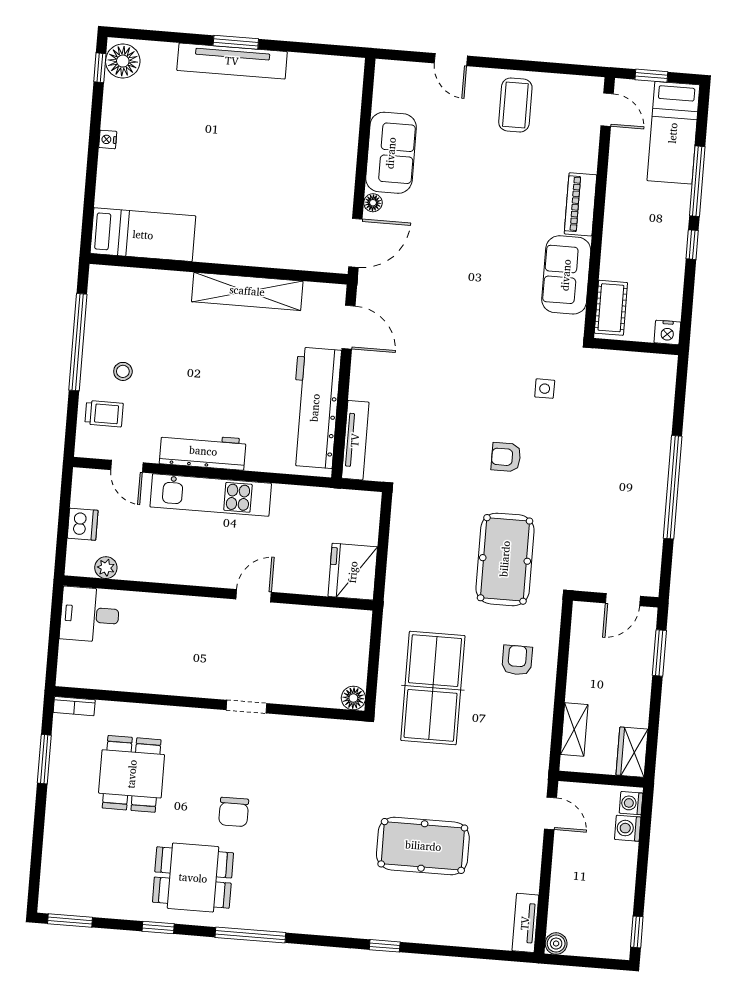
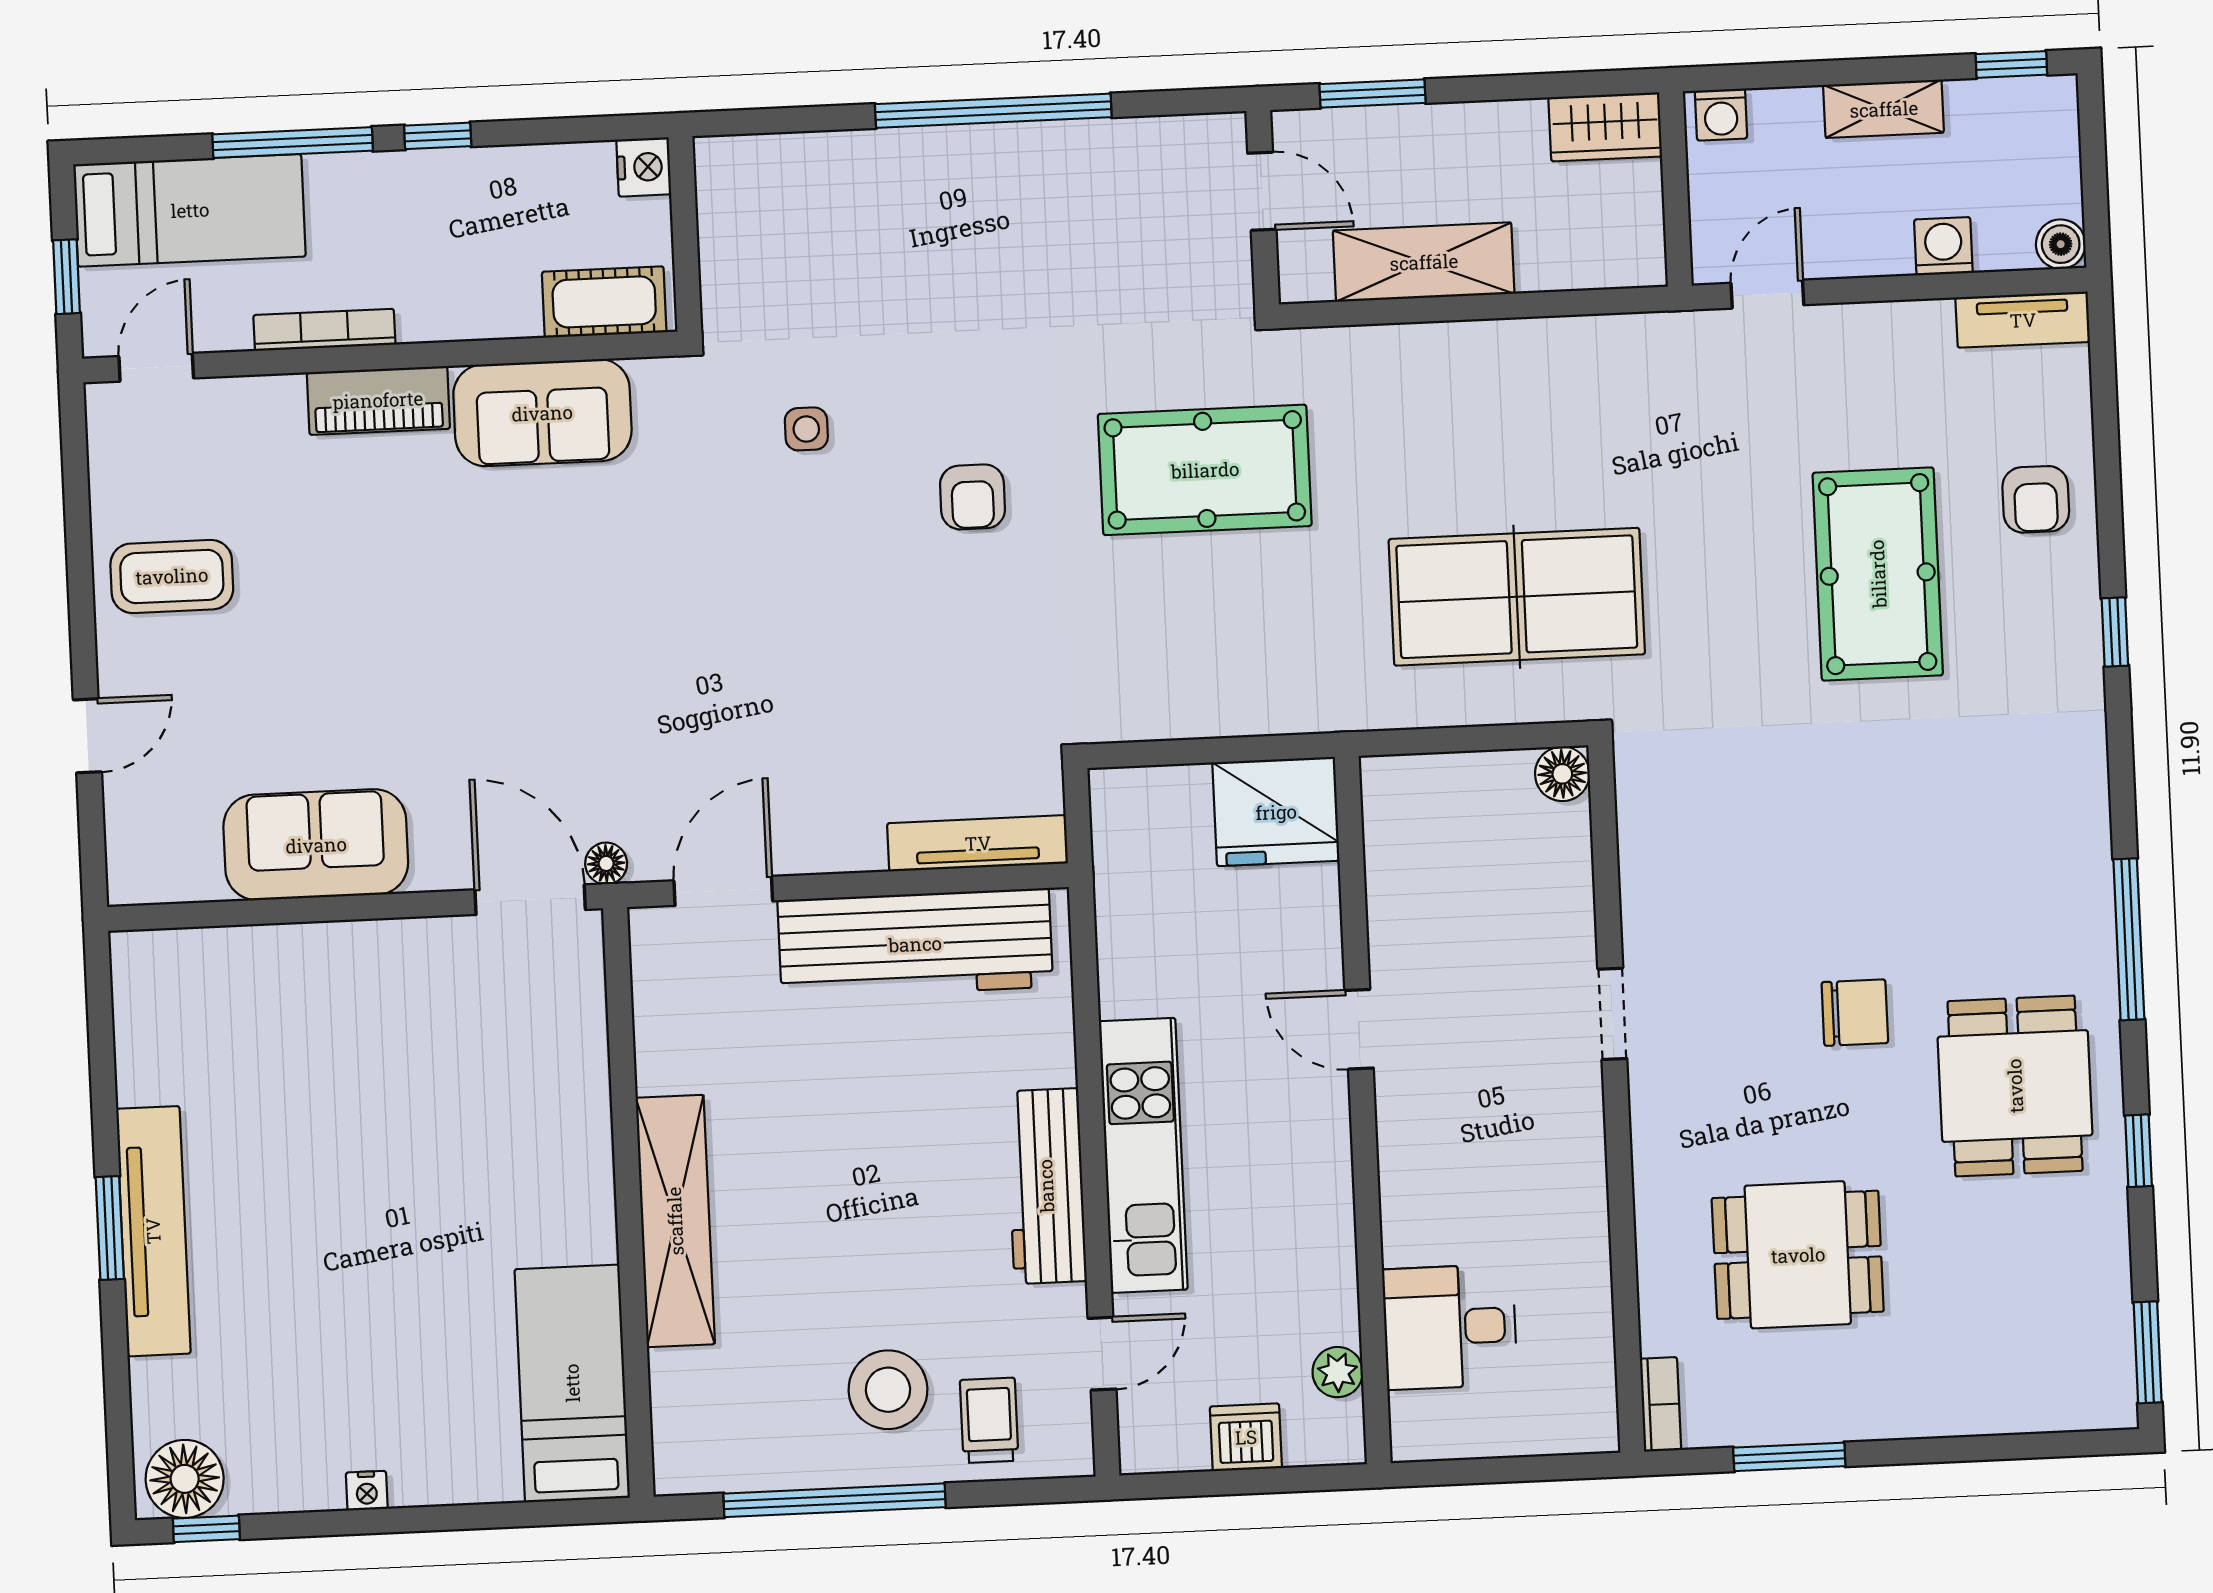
bookcase: (614, 185) -> (324, 330), added
floor lamp: (373, 203) -> (606, 863), moved
shelving: (247, 291) -> (675, 1221), moved
stool: (123, 371) -> (888, 1390), width x1.89, depth x1.89
desk: (90, 615) -> (1450, 1327), moved, turned 90
armchair: (517, 660) -> (2036, 499), moved, turned -90
shelving: (574, 730) -> (1424, 262), moved, width x1.50, depth x1.33
washing machine: (628, 828) -> (1943, 246), moved, turned 180
shelving: (625, 874) -> (1884, 109), added

